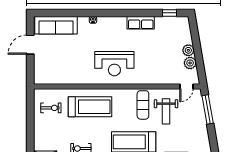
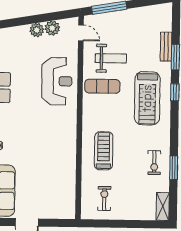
reception desk: (114, 64) -> (57, 81), moved
treadmill: (90, 107) -> (104, 151), width x0.73, depth x0.73

